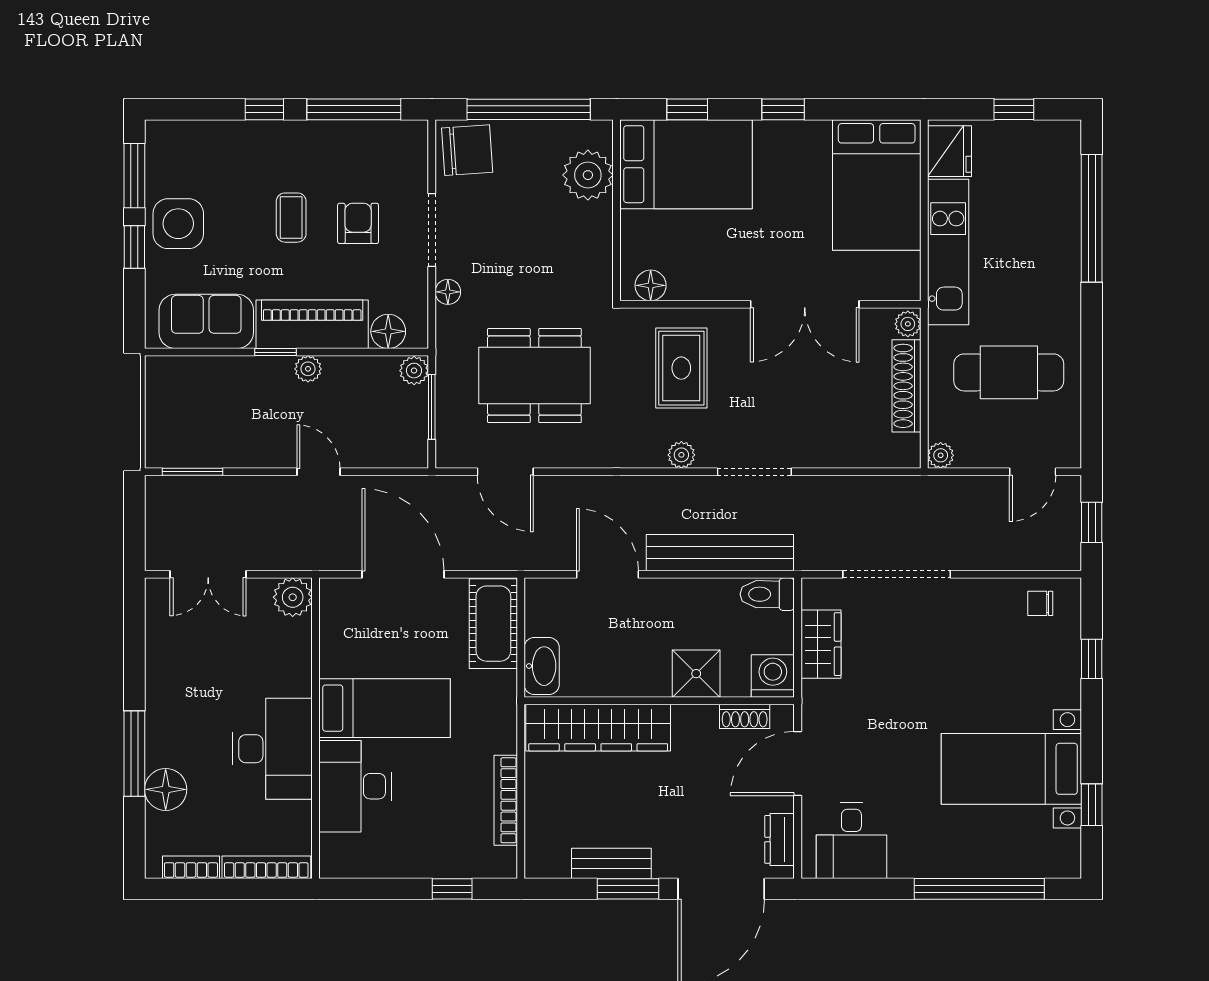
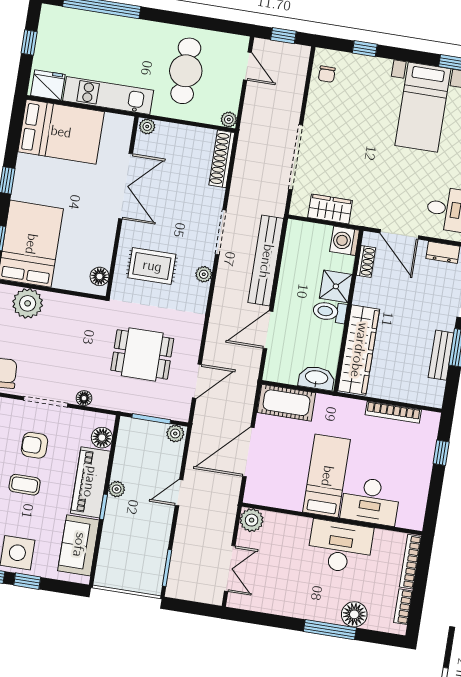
plant: (414, 371) -> (175, 434), moved
dining table: (534, 376) -> (142, 354), width x0.73
shoe rack: (906, 386) -> (222, 159), moved, turned 90
toilet: (767, 594) -> (330, 312), moved, turned 90

